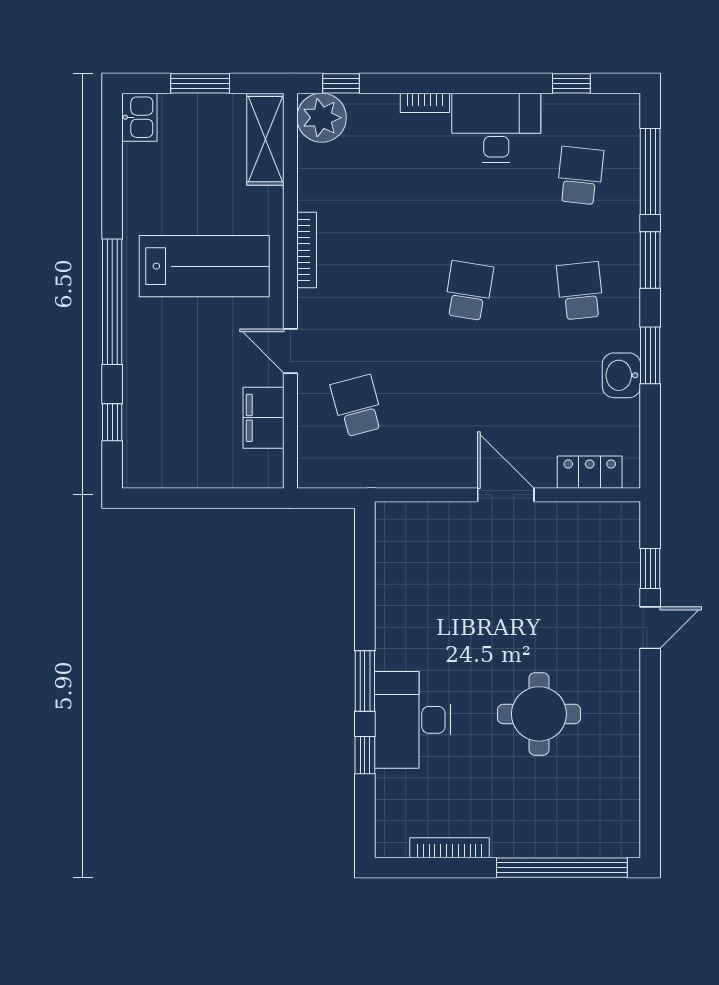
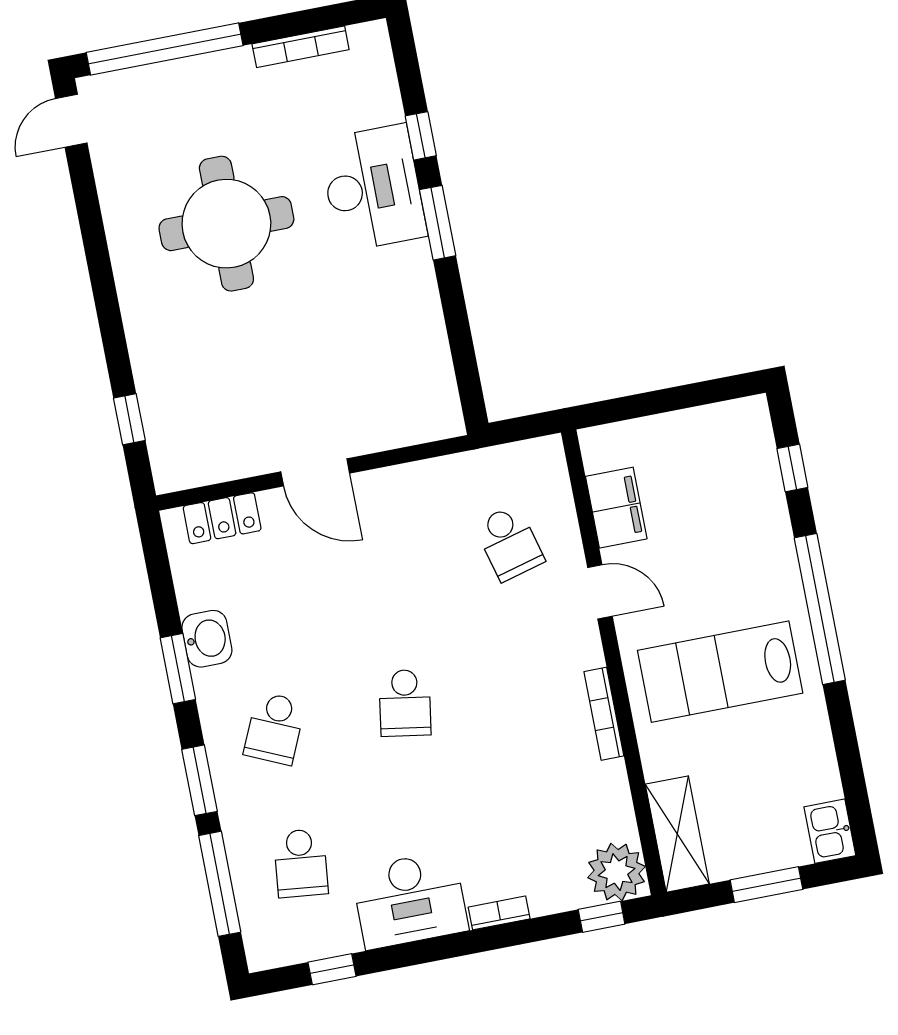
school desk: (580, 291) -> (275, 728), turned 30
door: (650, 628) -> (71, 121), moved
round table: (539, 714) -> (226, 224), width x1.36, depth x1.36

